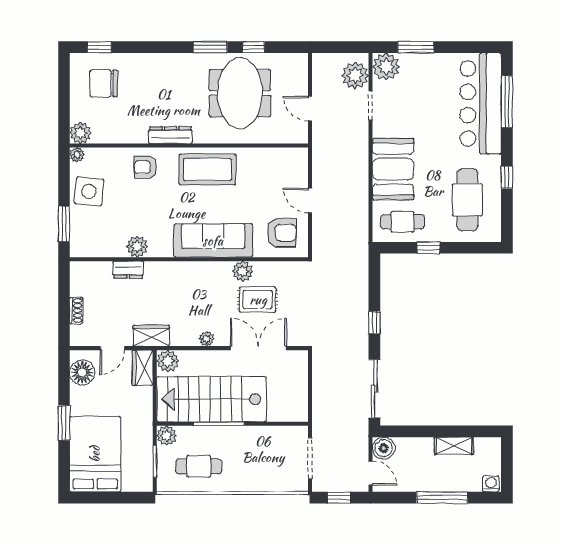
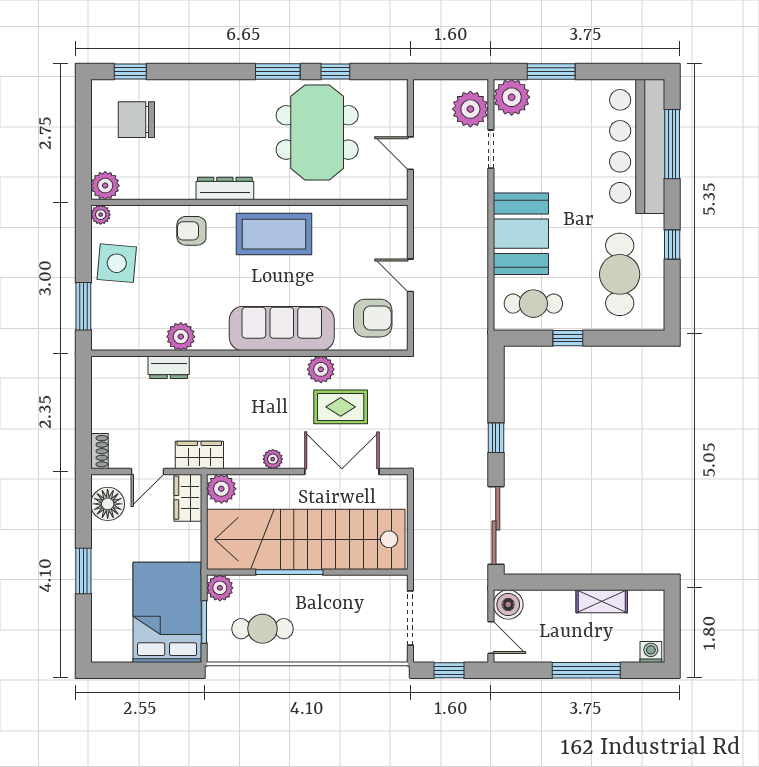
shoe rack: (76, 311) -> (100, 451), moved
stairs: (211, 399) -> (306, 539), width x1.36
bed: (95, 454) -> (167, 612), moved

